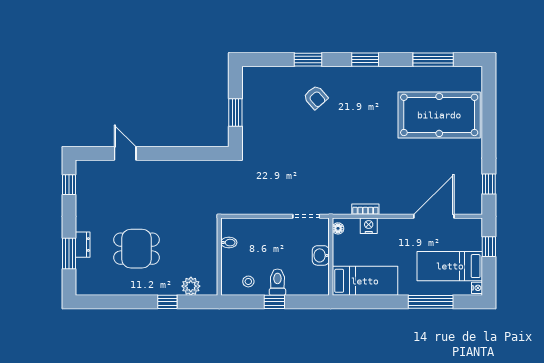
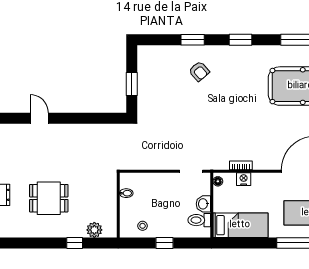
toilet: (277, 282) -> (199, 220), moved, turned -90

